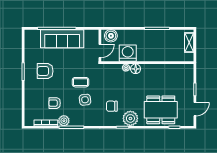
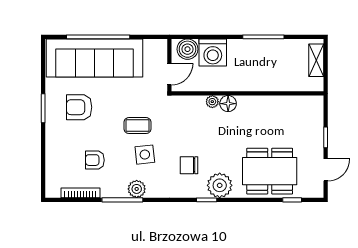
sofa: (62, 39) -> (95, 58), width x1.36, depth x1.27
washing machine: (128, 53) -> (213, 53), moved, turned 180
plant: (64, 121) -> (137, 189), moved

